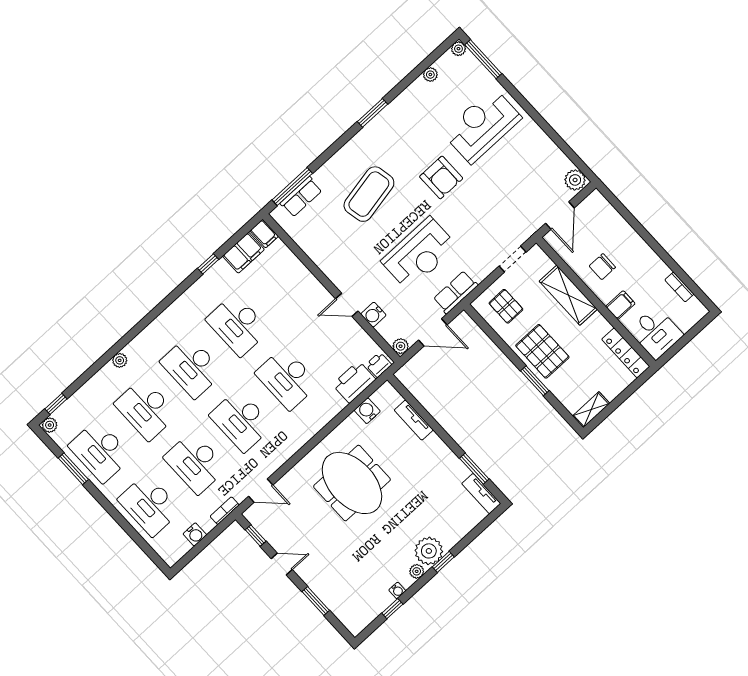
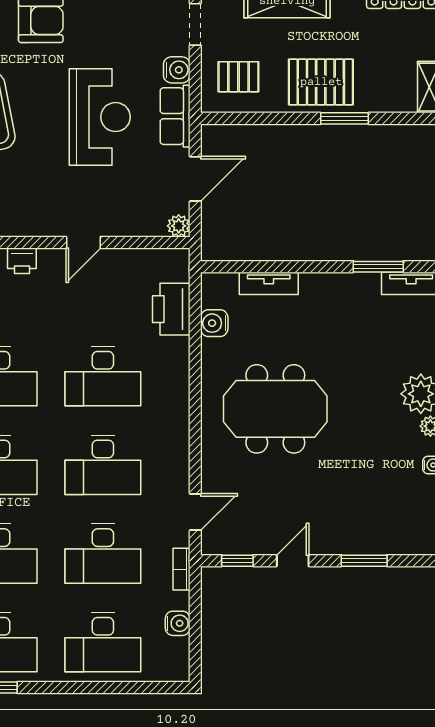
water cooler: (373, 315) -> (177, 70), moved, turned -90
printer: (379, 365) -> (22, 261), moved, turned -90

